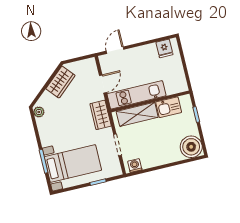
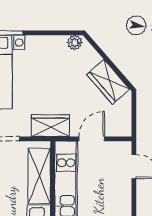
door: (103, 84) -> (92, 139), swing flipped

